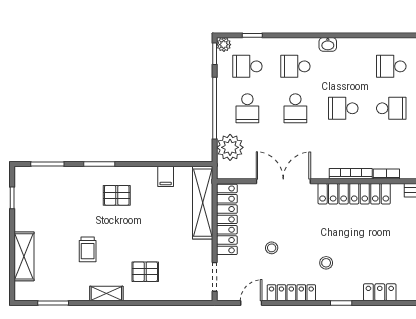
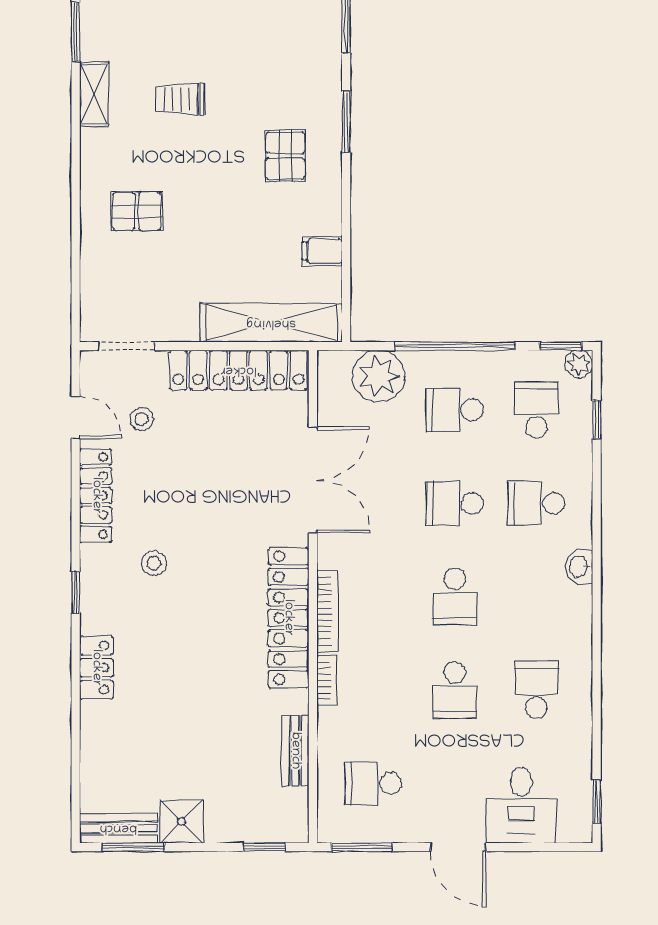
school desk: (295, 66) -> (536, 503), turned -90
school desk: (343, 108) -> (455, 597), turned 180
stool: (272, 248) -> (142, 419), moved
pallet: (145, 272) -> (137, 211), turned 90
shelving: (106, 294) -> (94, 94), moved

